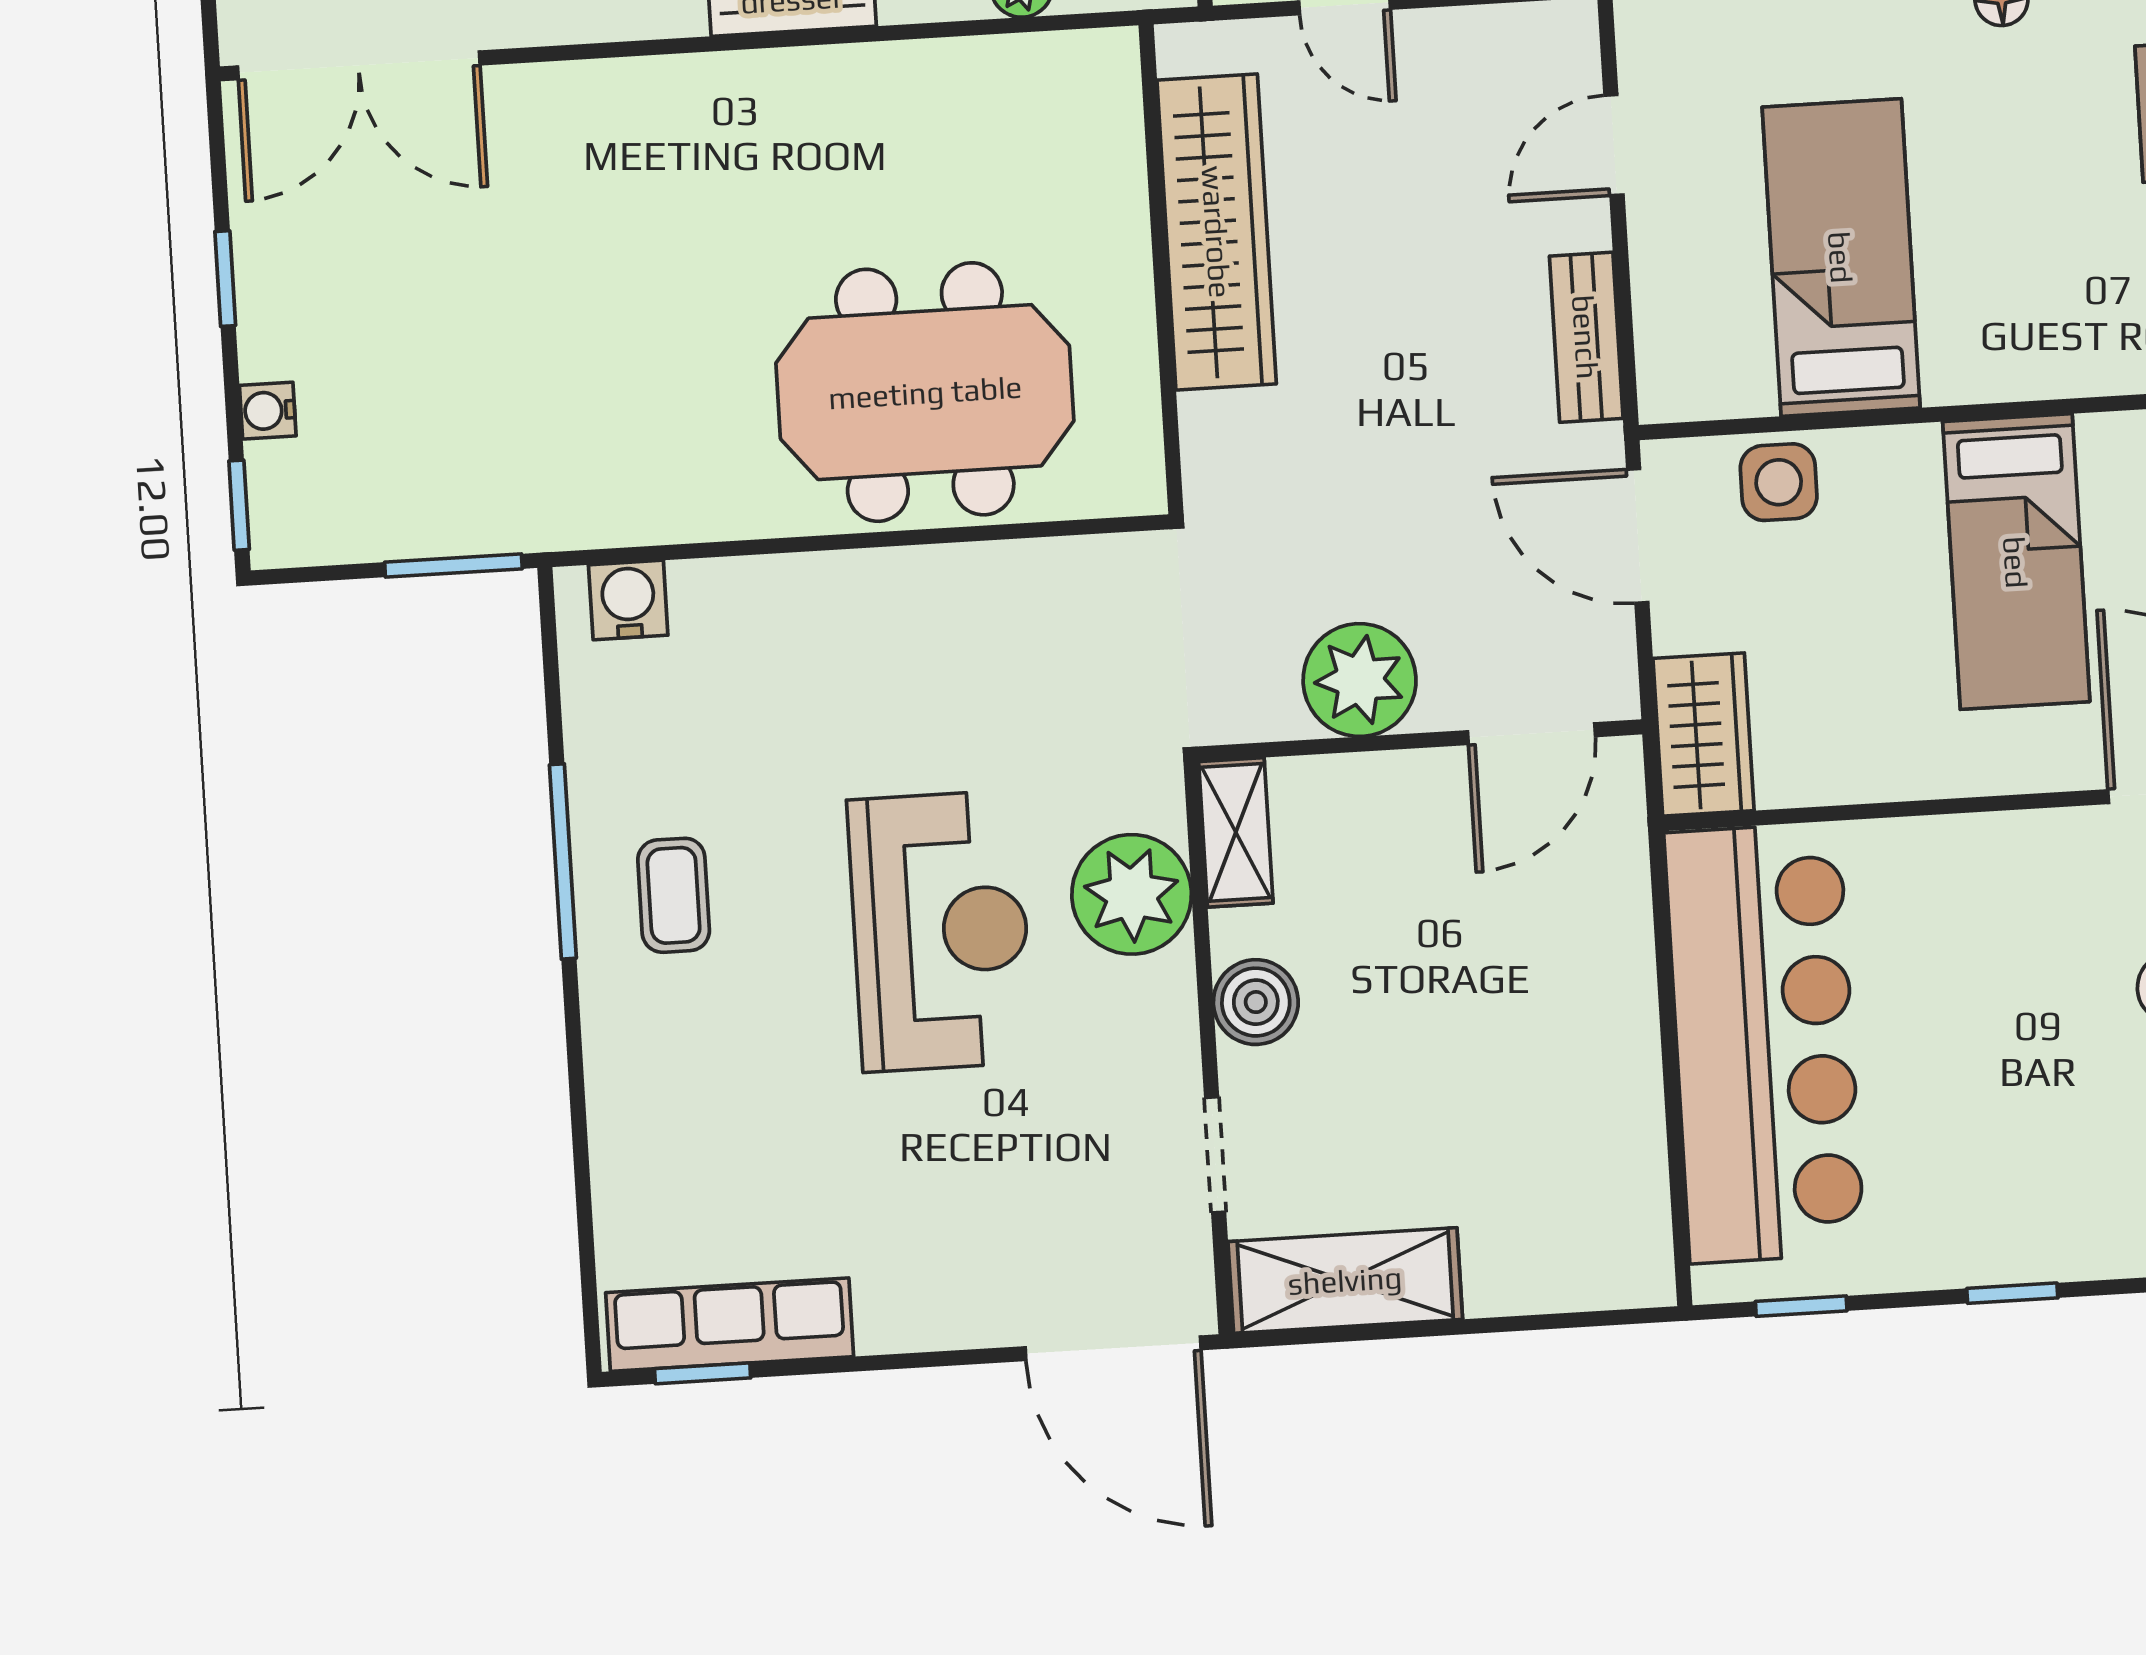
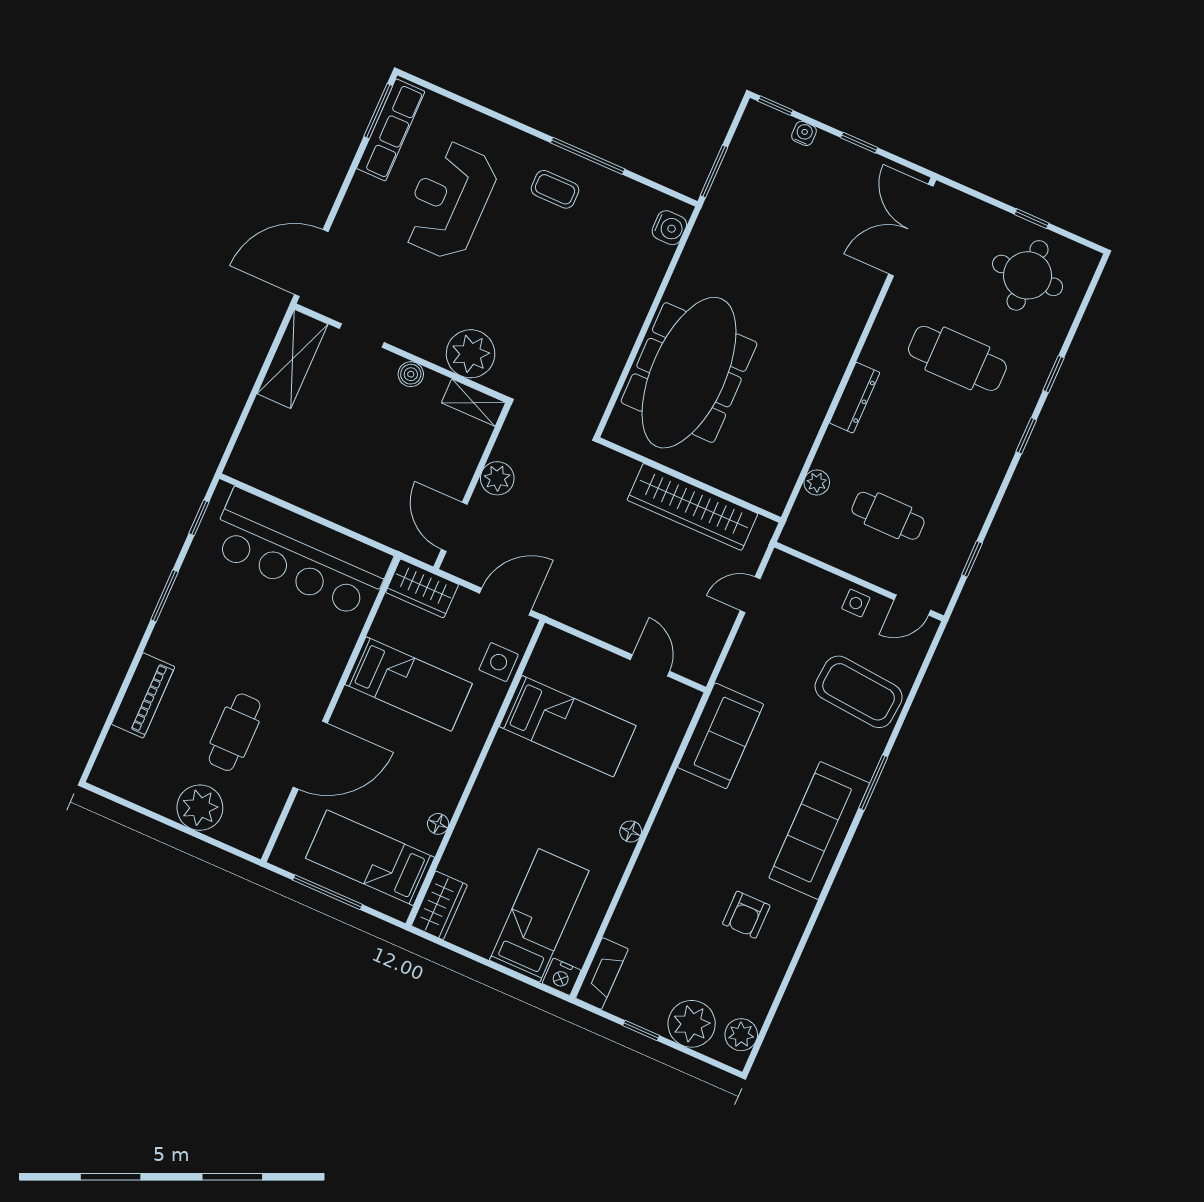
bench: (1586, 337) -> (586, 620), removed
meeting table: (925, 392) -> (689, 373), width x1.36
bed: (2016, 562) -> (409, 684), moved, turned 180
plant: (1360, 680) -> (497, 478), width x0.73, depth x0.73
reception desk: (940, 931) -> (449, 200), moved, turned 90
boiler: (1256, 1002) -> (411, 374), width x0.73, depth x0.73
window: (2012, 1293) -> (164, 596), width x1.50
window: (703, 1373) -> (378, 111), width x1.50

